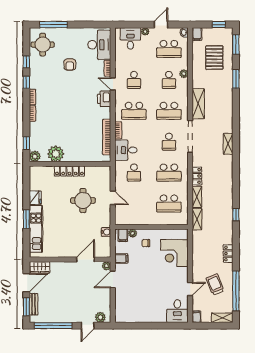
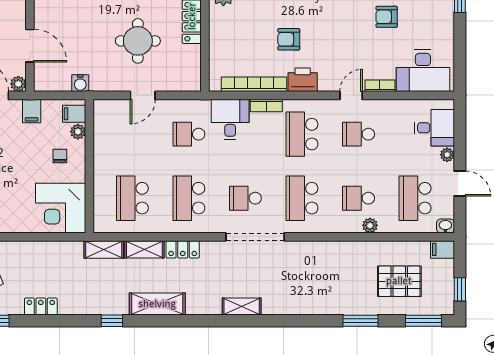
printer: (104, 99) -> (303, 80), moved
shelving: (198, 104) -> (157, 304), moved
armchair: (82, 118) -> (289, 39), added
corner desk: (174, 253) -> (61, 208), moved, turned -90

